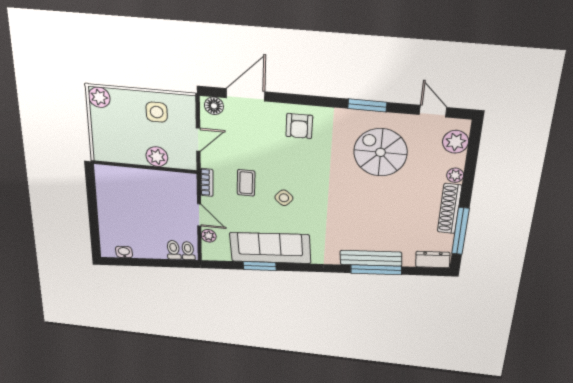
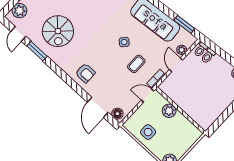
door: (245, 95) -> (98, 107), hinge flipped
window: (367, 105) -> (37, 51), moved
armchair: (299, 126) -> (85, 73), turned 90
door: (198, 140) -> (148, 95), moved
window: (260, 266) -> (184, 24), moved

